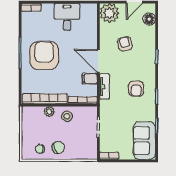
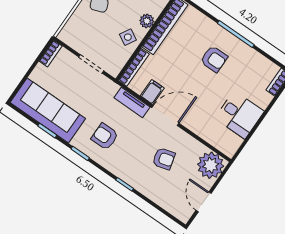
floor lamp: (149, 19) -> (173, 205), removed
armchair: (44, 55) -> (214, 59), width x0.53, depth x0.53
sofa: (144, 141) -> (48, 110), width x1.36

